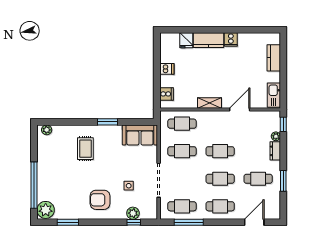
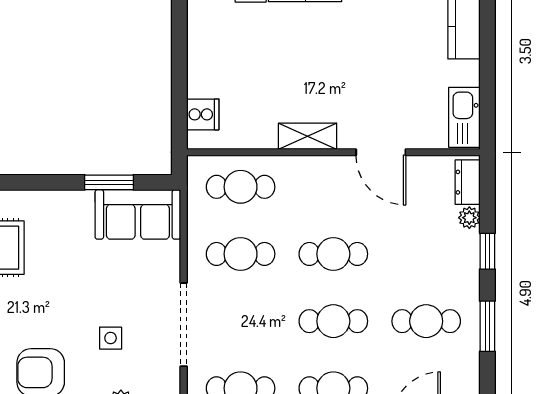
dishwasher: (167, 69) -> (204, 53), removed
door: (240, 109) -> (381, 152), swing flipped
window: (108, 122) -> (109, 182), moved
window: (283, 124) -> (487, 251), moved
dresser: (275, 151) -> (468, 182), moved

